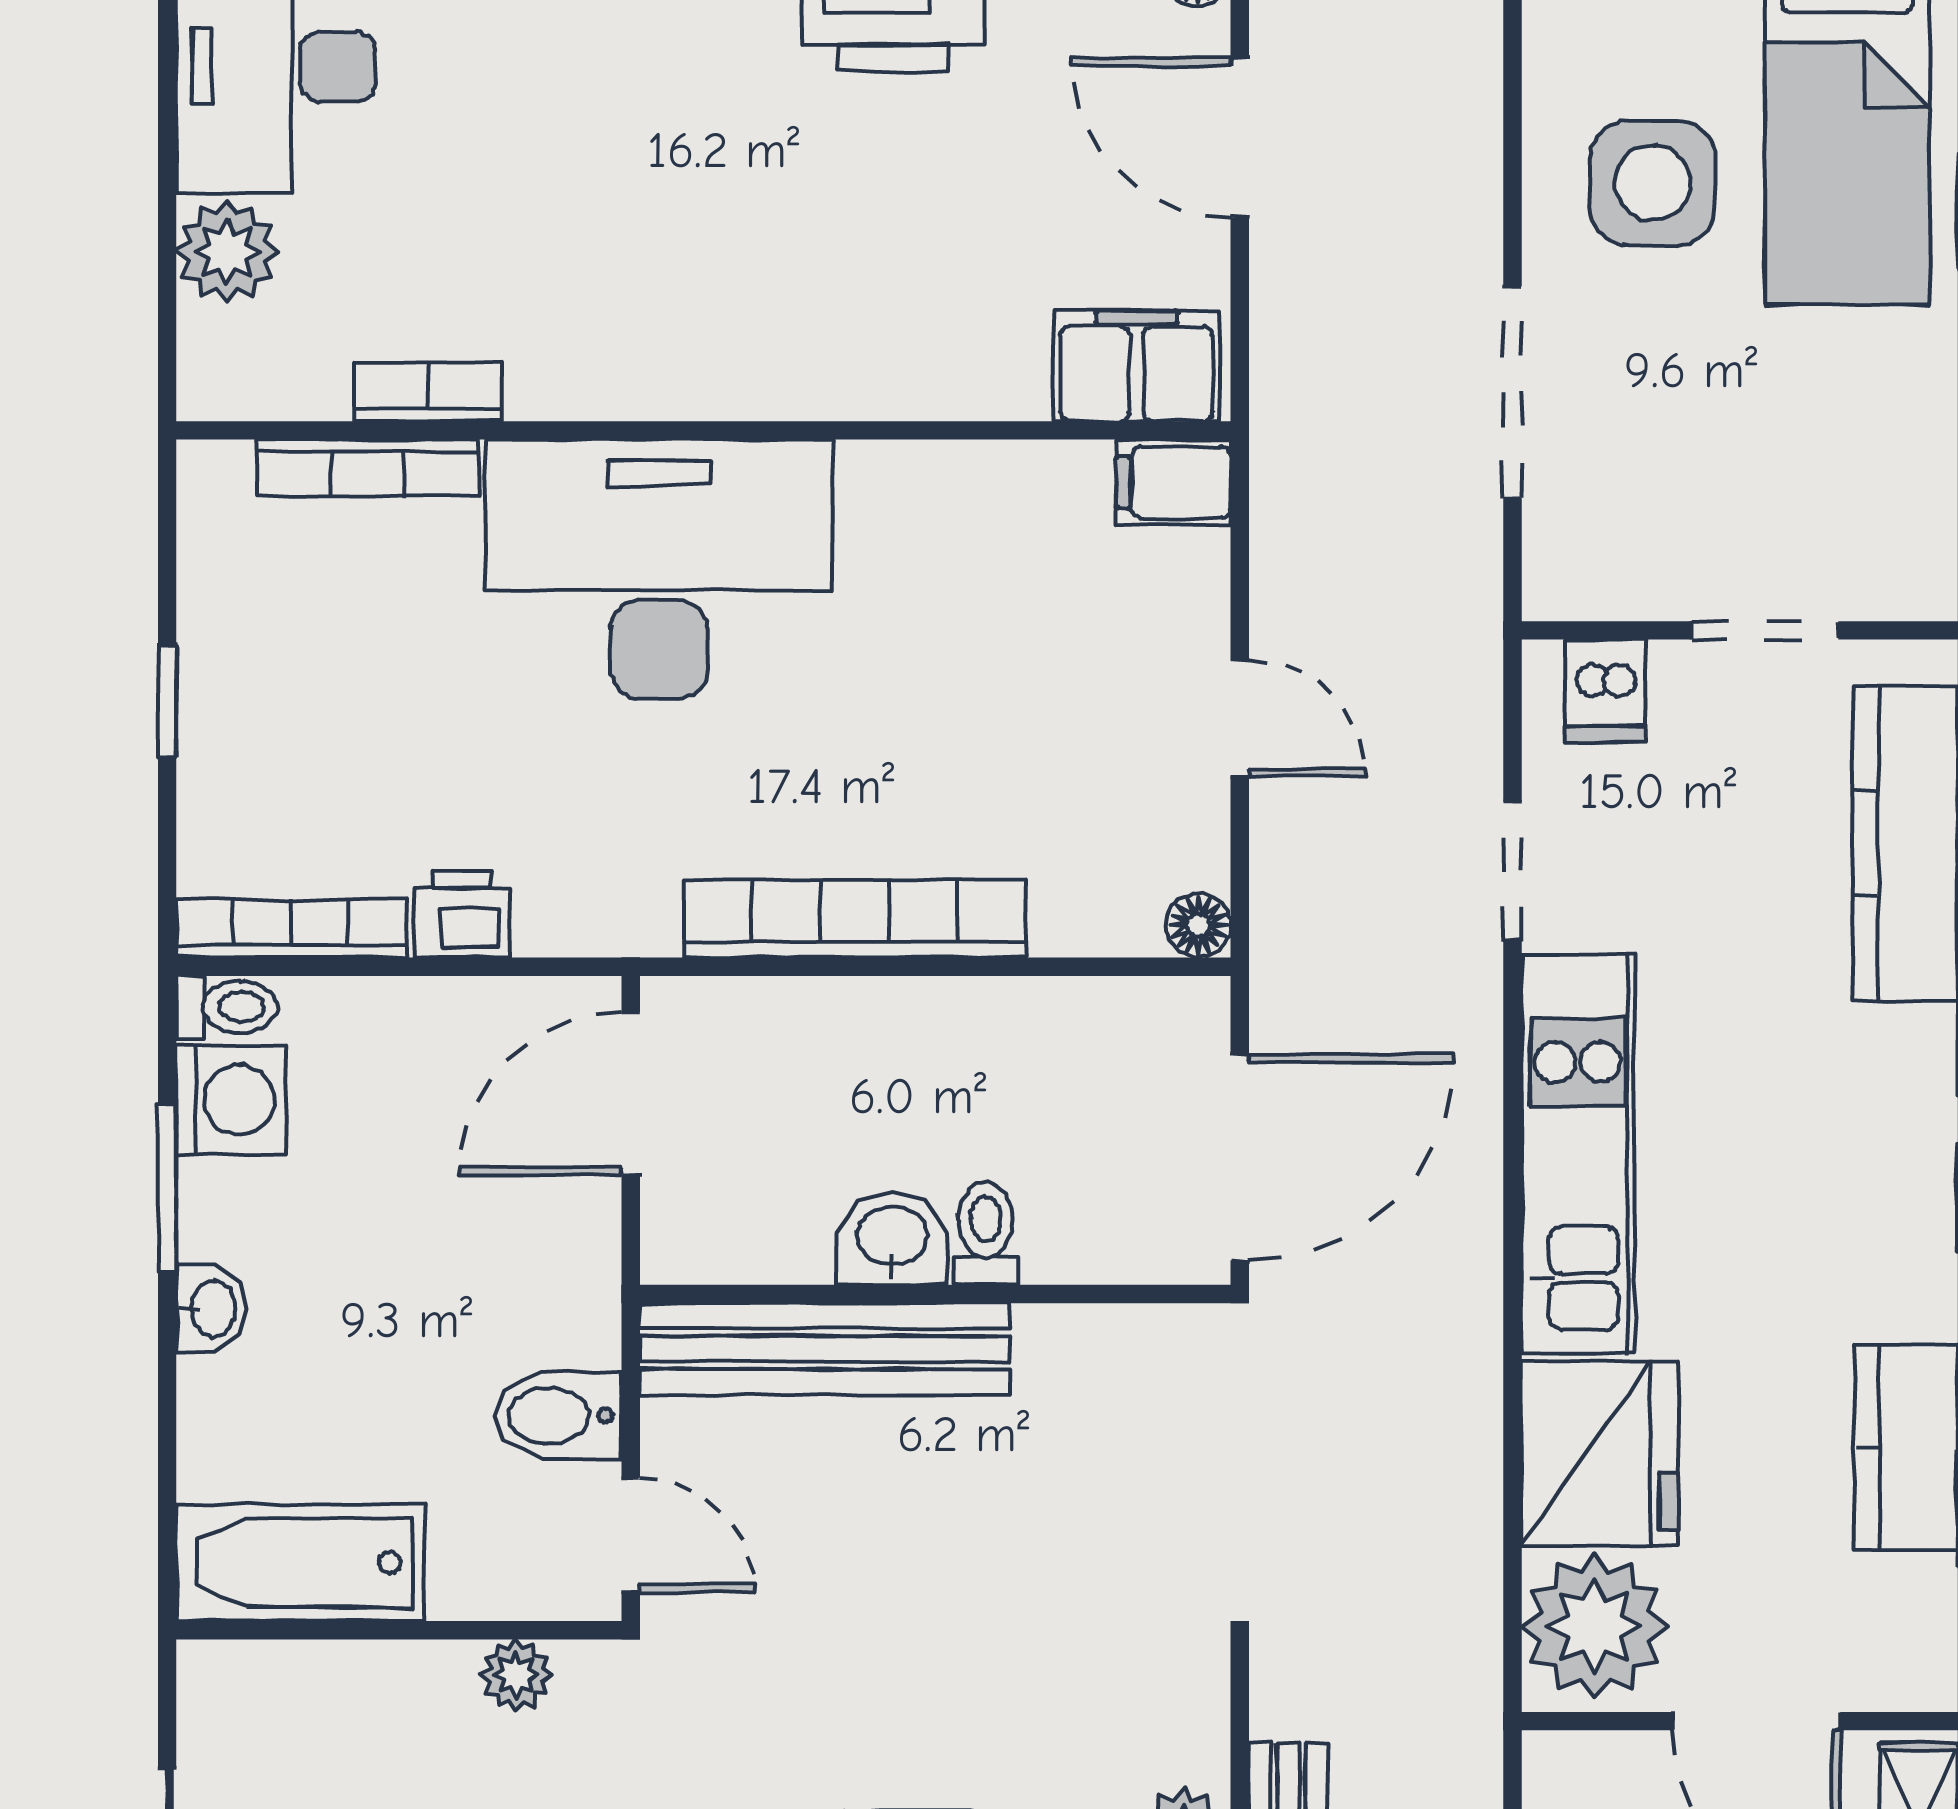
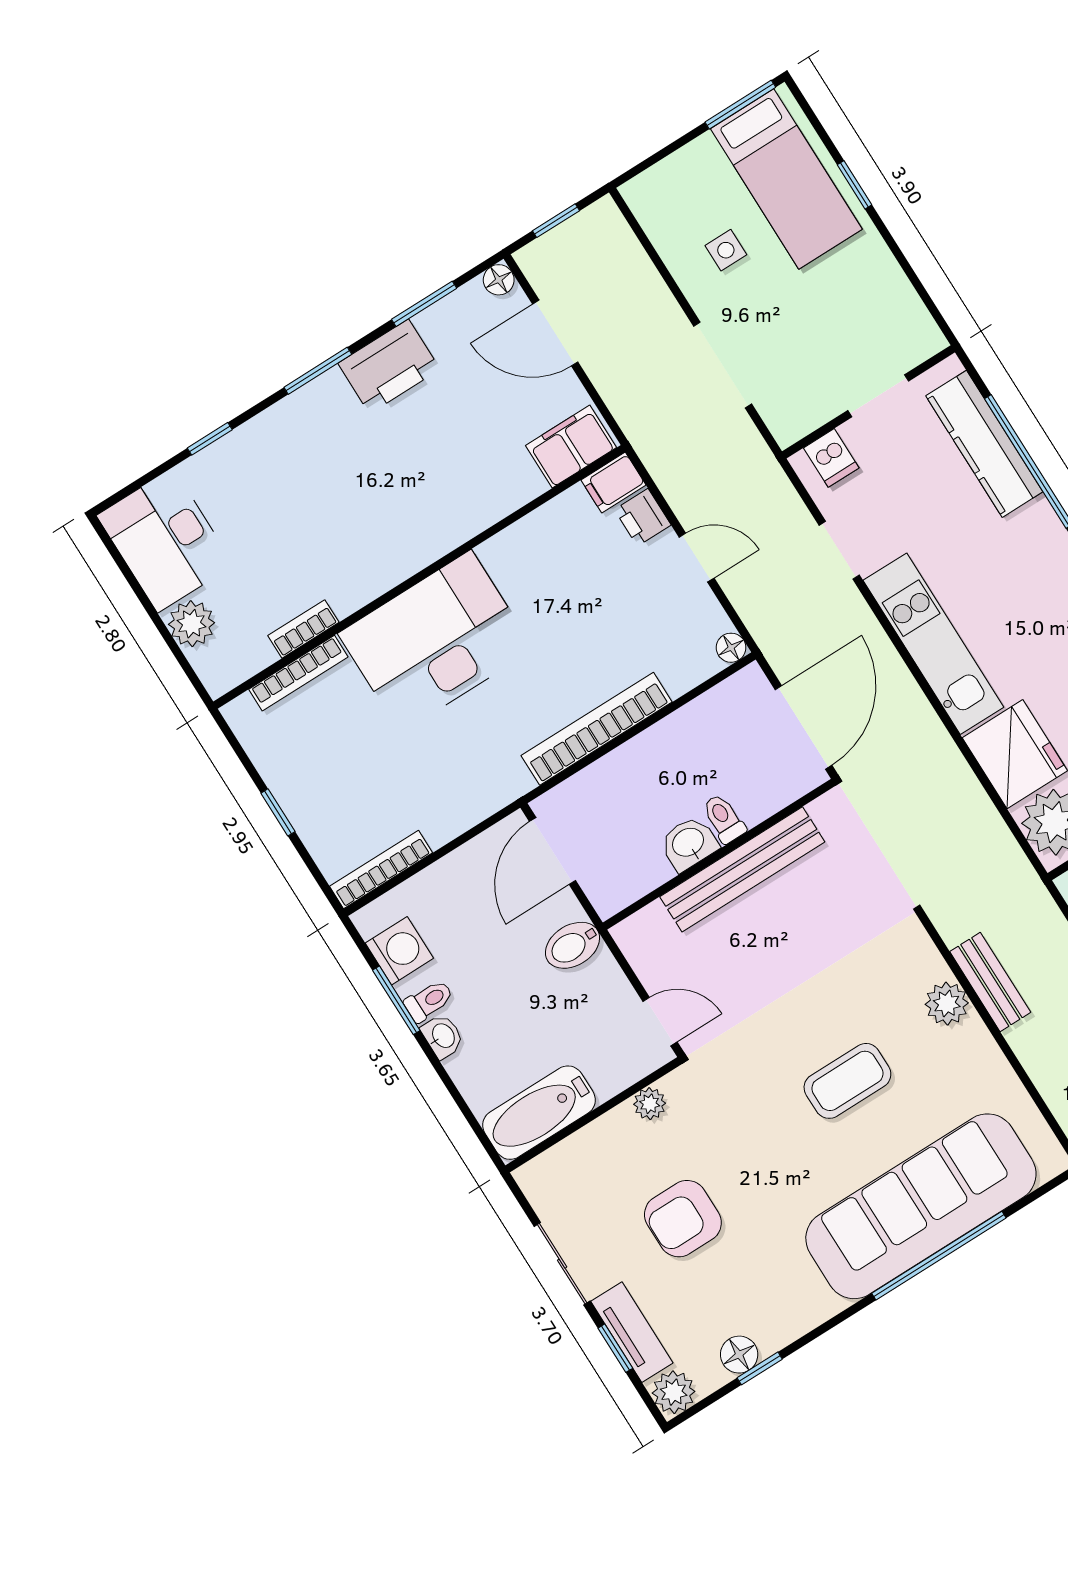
side table: (1652, 183) -> (726, 250), width x0.54, depth x0.54
printer: (462, 914) -> (643, 517), moved, turned -90
toilet: (227, 1007) -> (429, 1001), moved
bench: (824, 1349) -> (742, 869), moved
bidet: (558, 1415) -> (573, 945), moved

